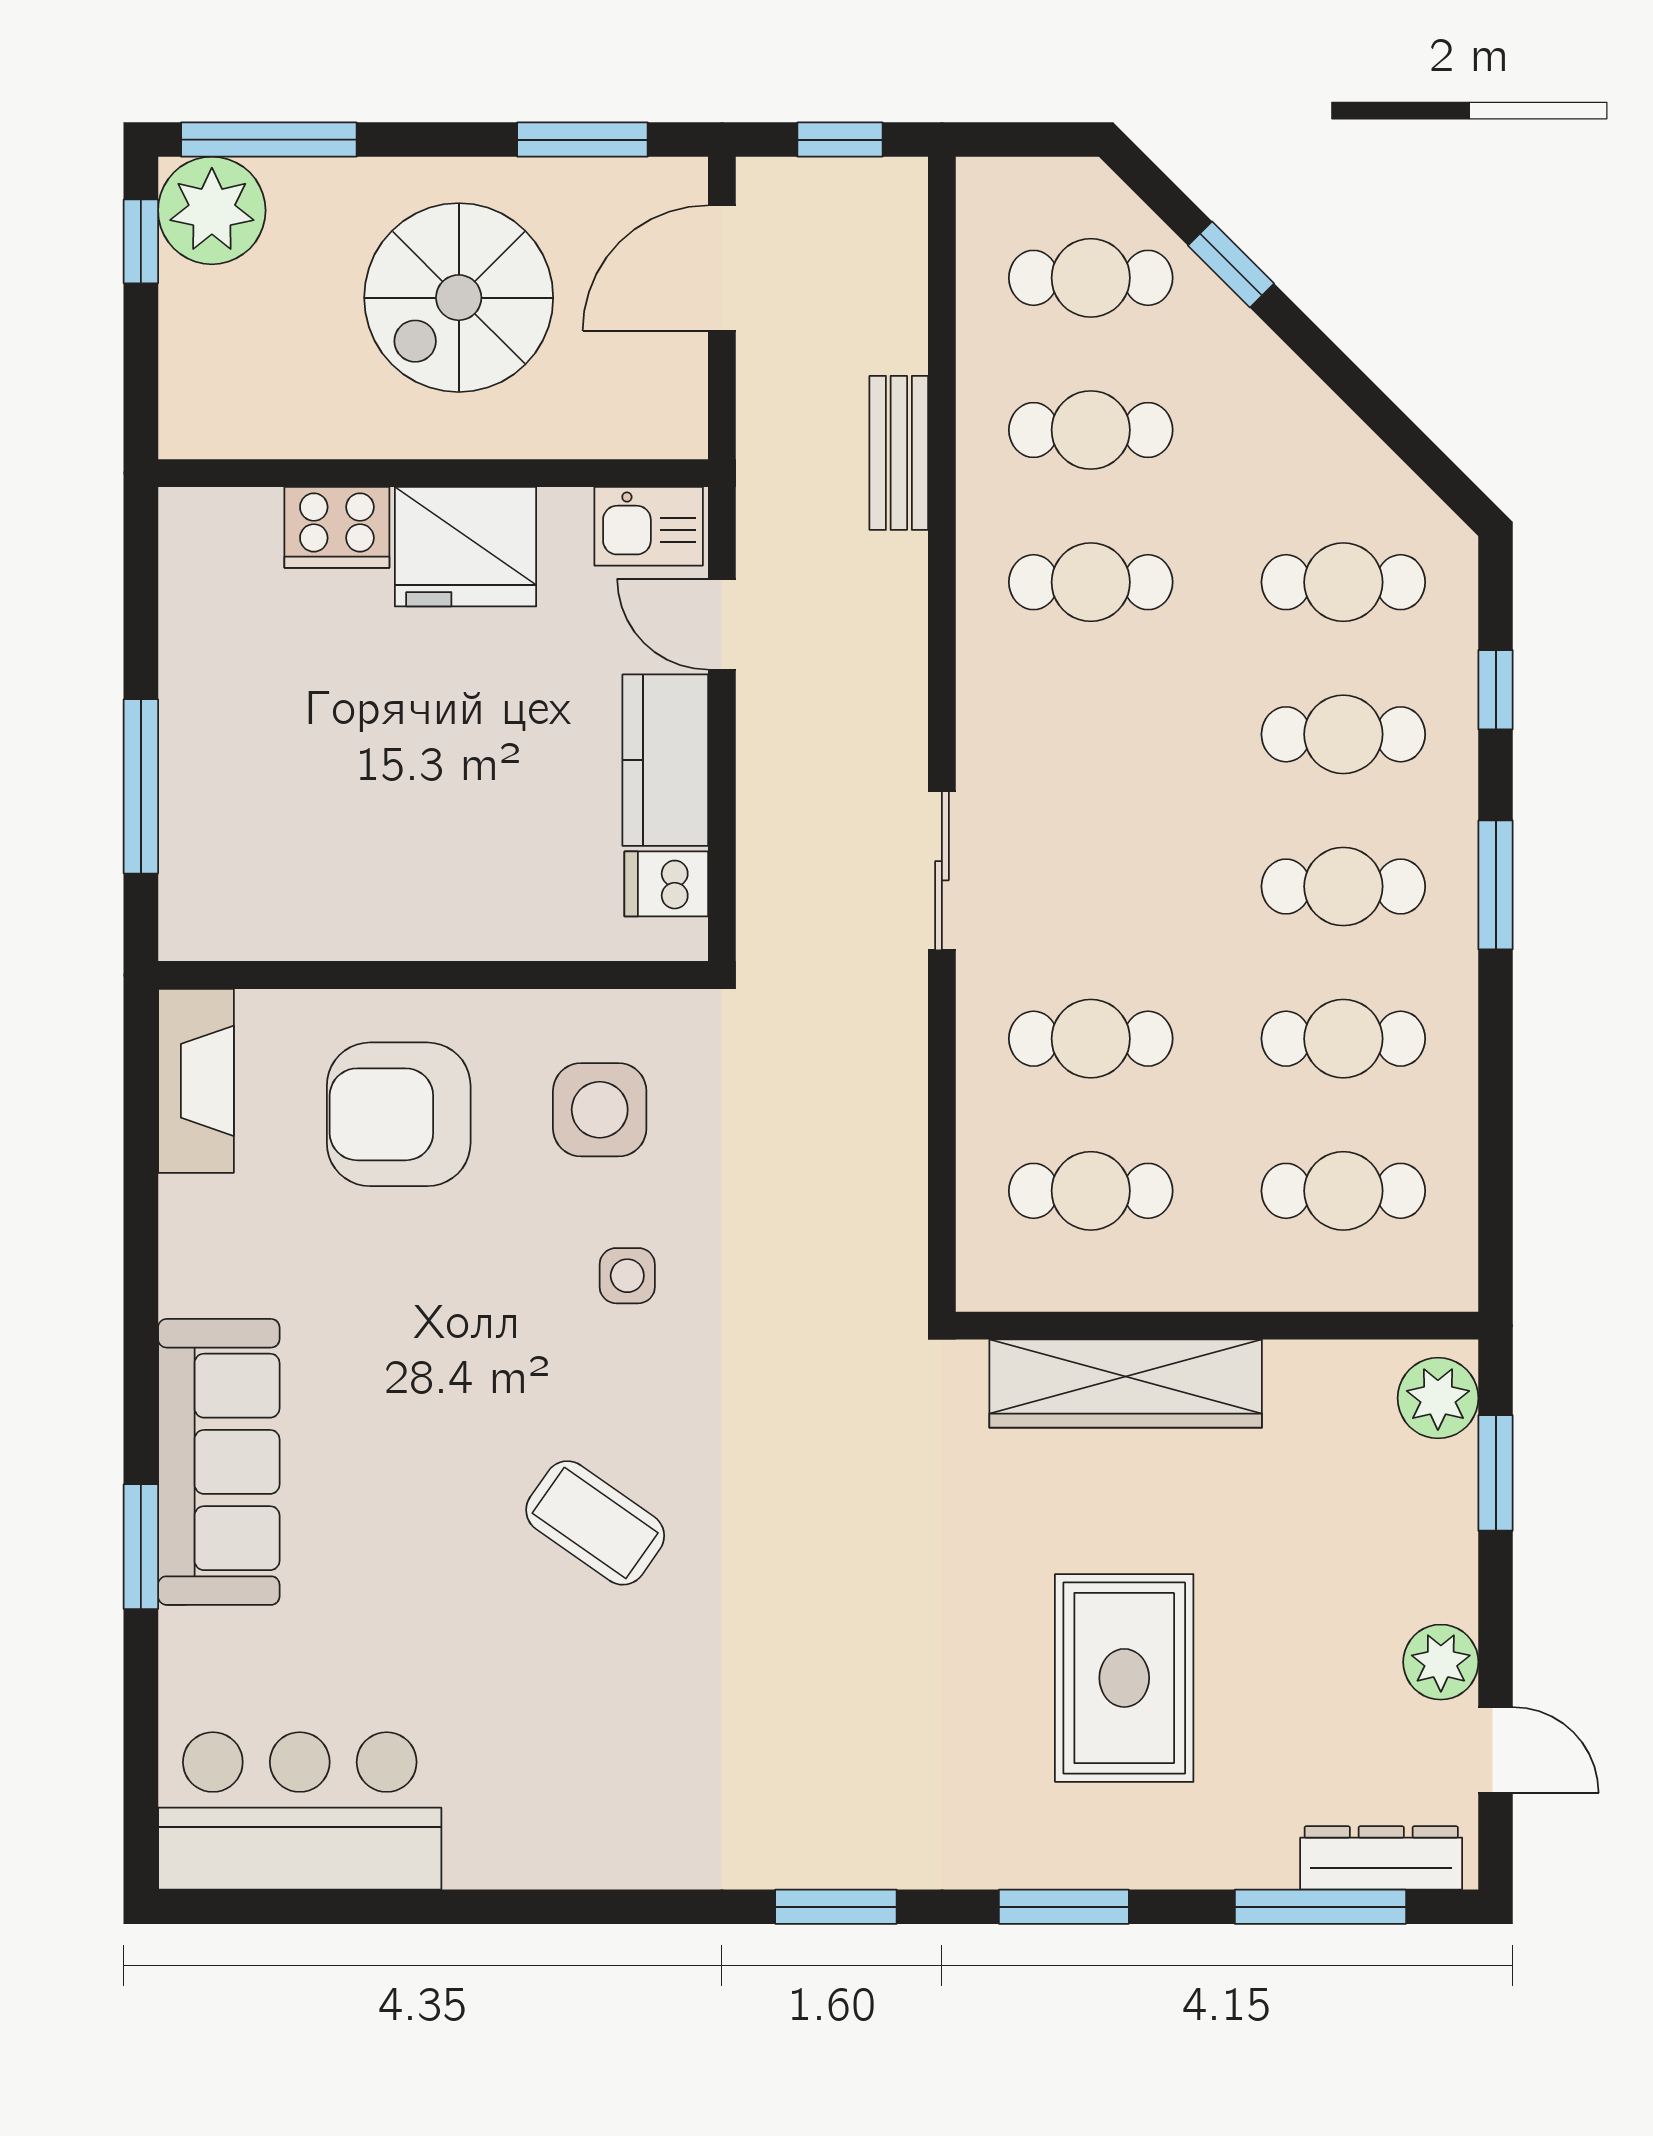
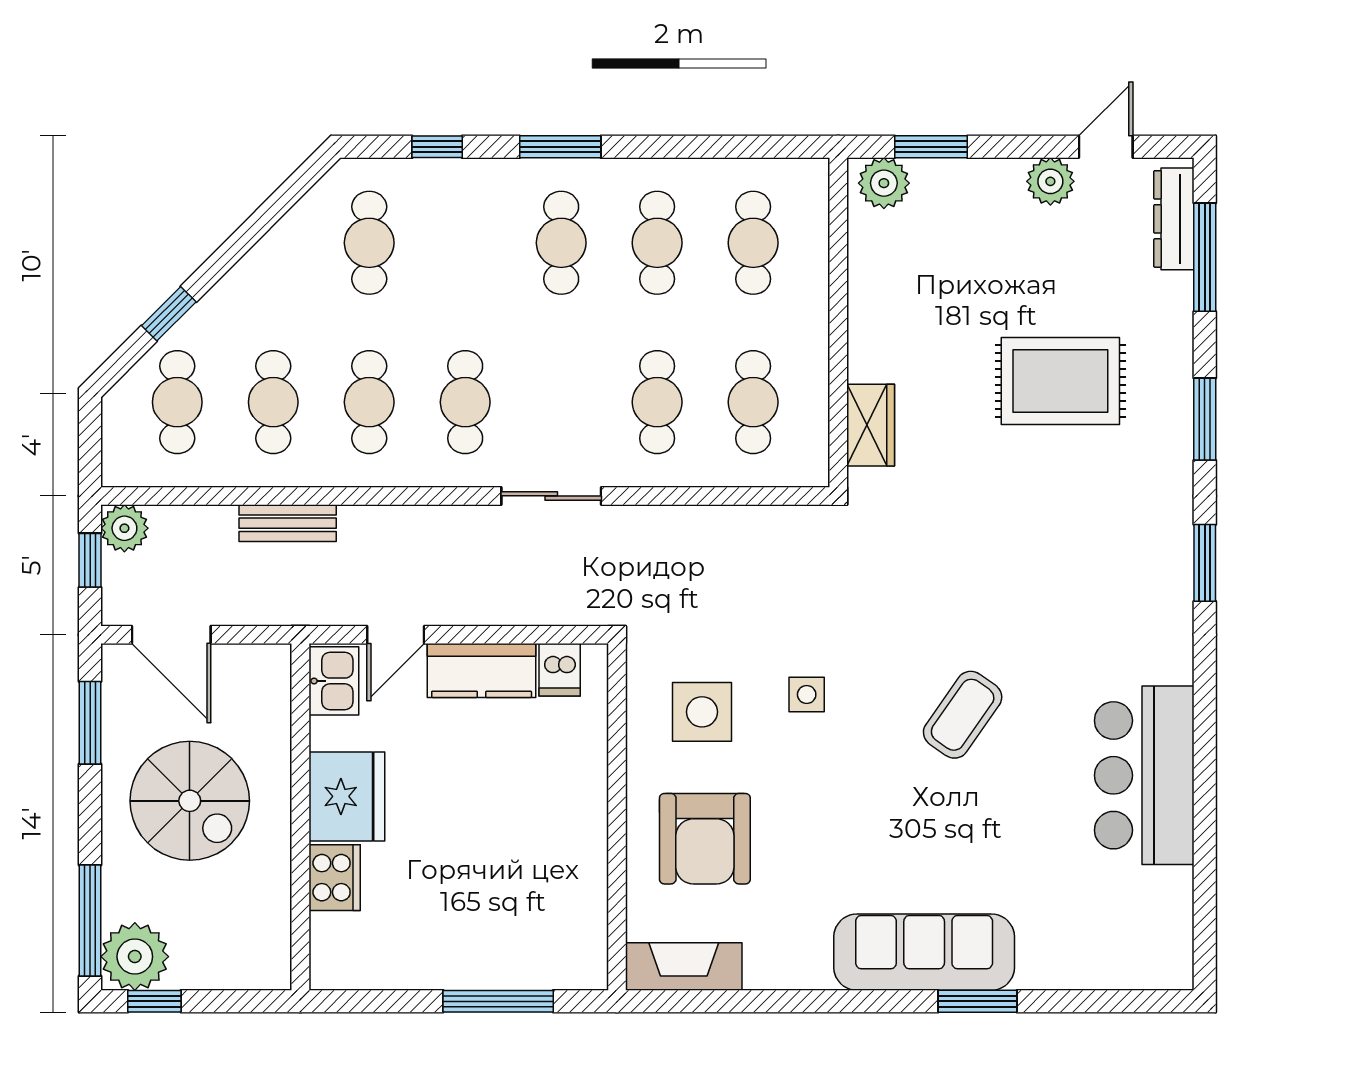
plant: (891, 194) -> (124, 528), added
cafe table: (1343, 734) -> (465, 402), moved
wardrobe: (1126, 1384) -> (871, 425), width x0.48, depth x0.85
bar counter: (300, 1811) -> (1144, 775), moved

